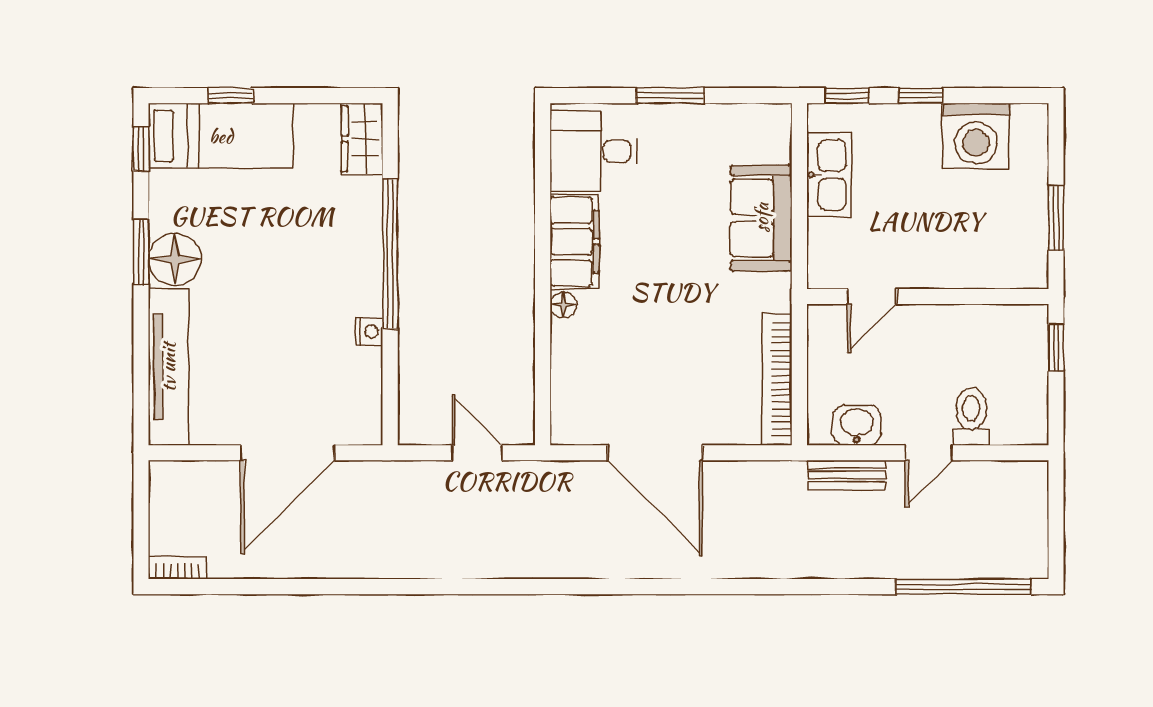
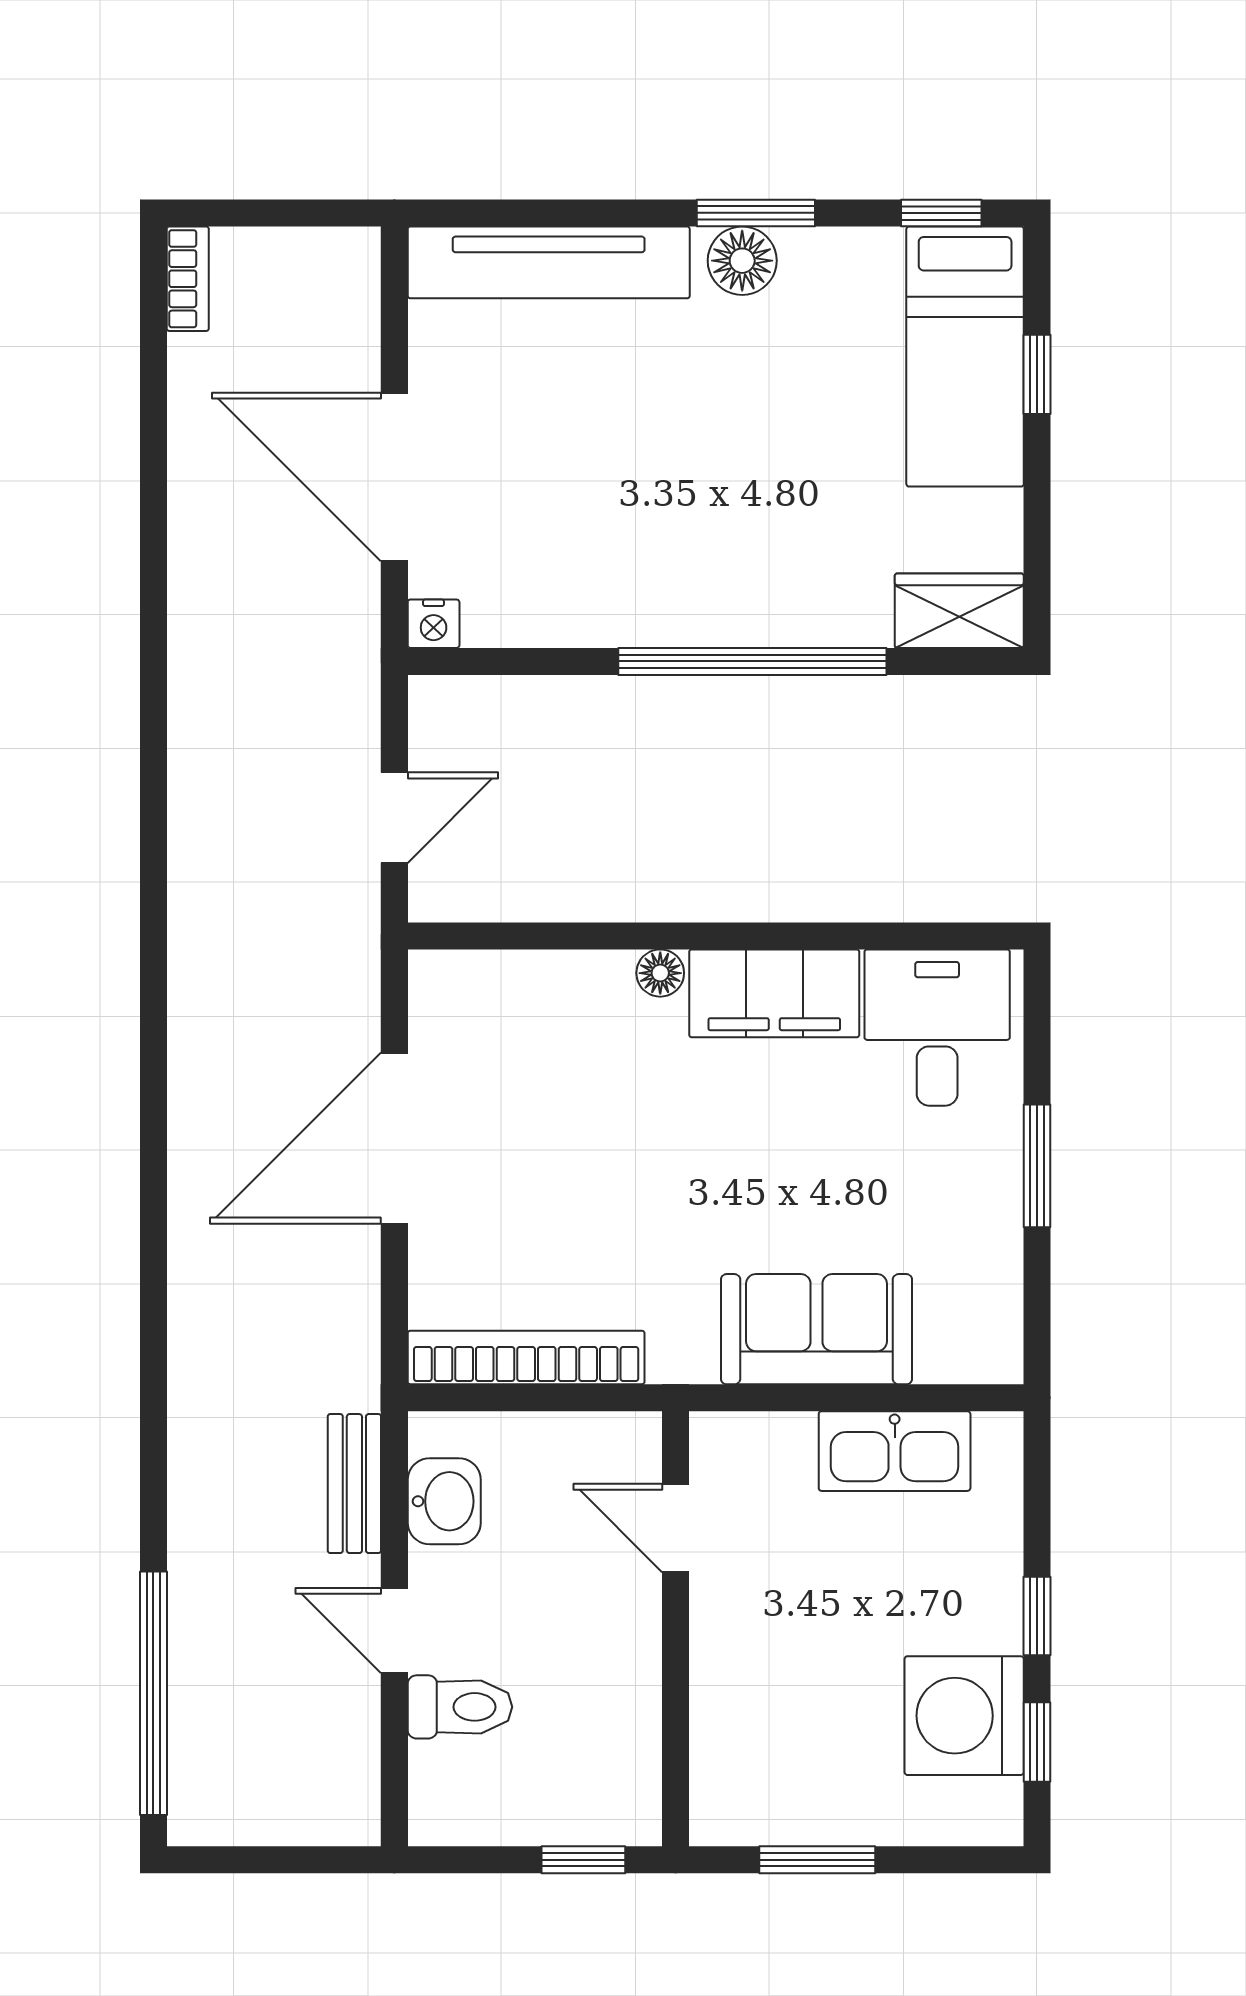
window: (847, 96) -> (1037, 1742), moved
floor lamp: (175, 259) -> (742, 261), width x0.73, depth x0.73
nightstand: (369, 332) -> (434, 624), moved

